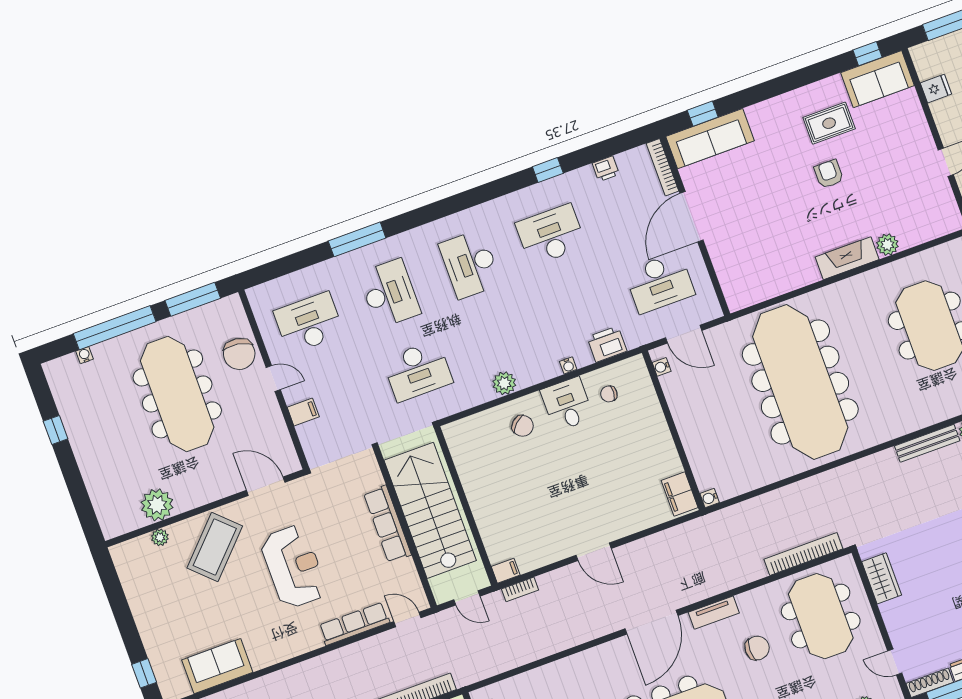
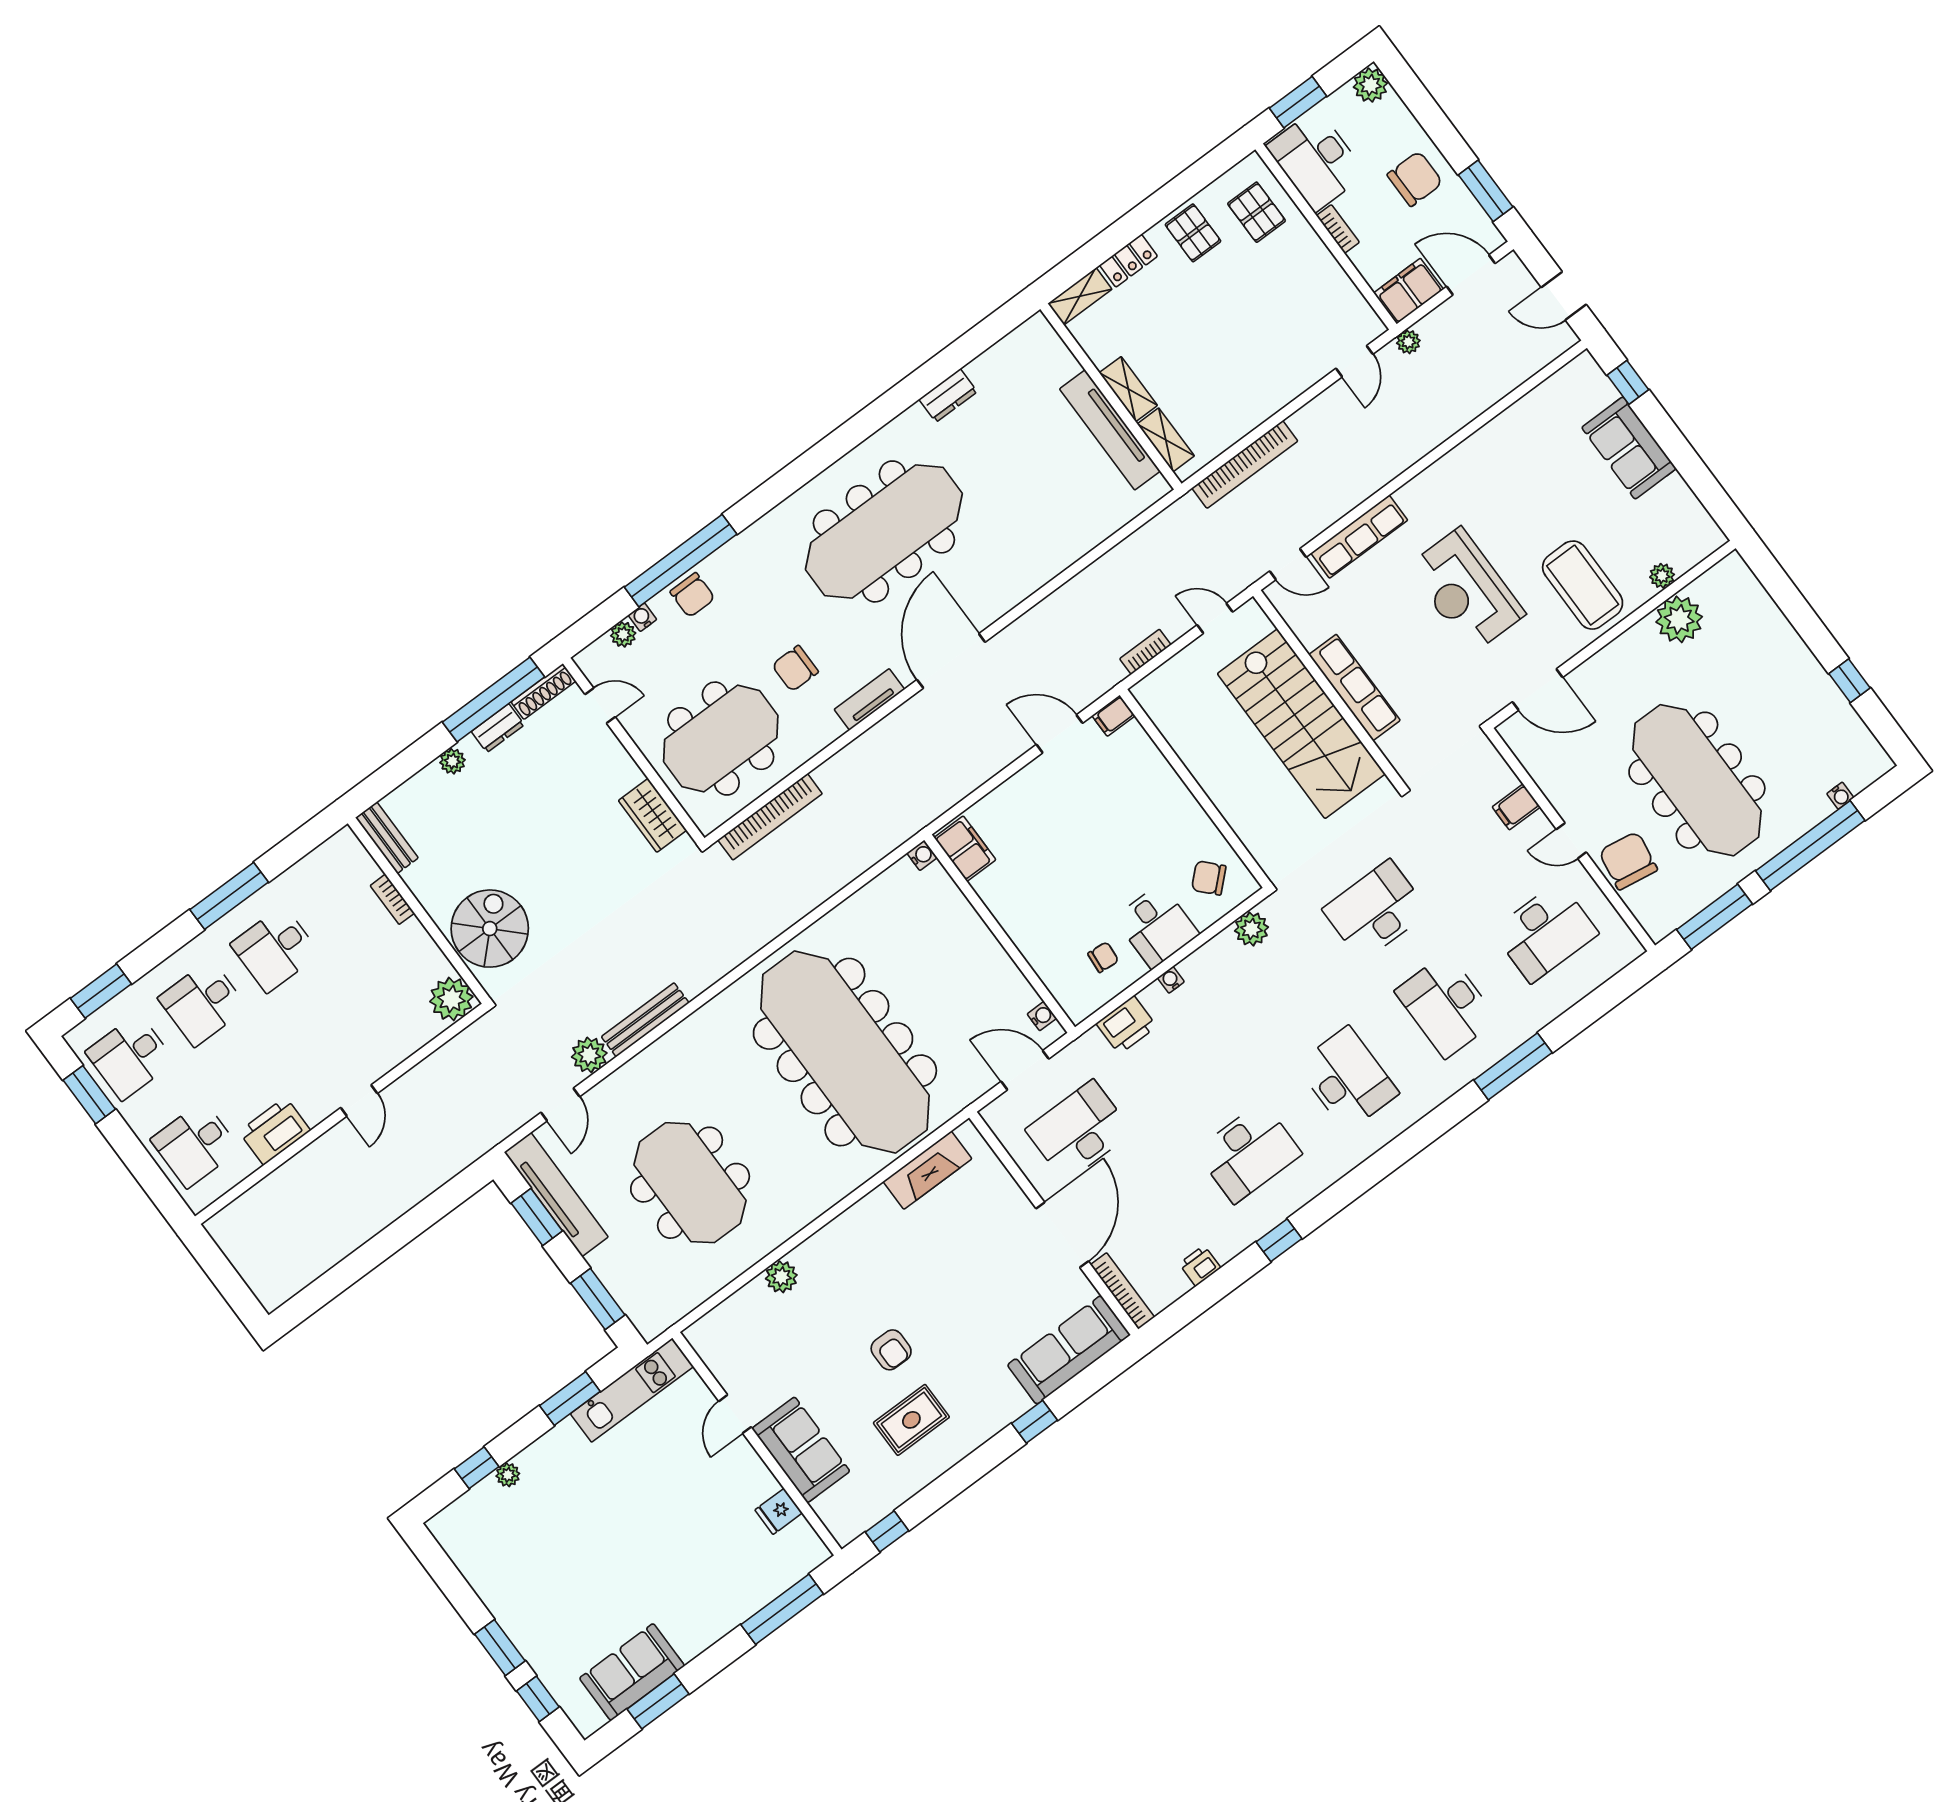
sofa: (877, 79) -> (801, 1450), moved, turned 90
window: (703, 114) -> (1034, 1422), moved
fireplace: (847, 258) -> (927, 1170), moved
wall: (466, 506) -> (1195, 789), moved
coffee table: (215, 547) -> (1583, 585), turned -44
filing cabinet: (506, 571) -> (1113, 716), moved
meeting table: (821, 616) -> (721, 739), turned 90
sofa: (217, 666) -> (1629, 448), moved, turned 90

